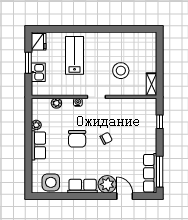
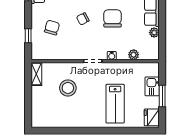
chair: (136, 130) -> (52, 28), added

